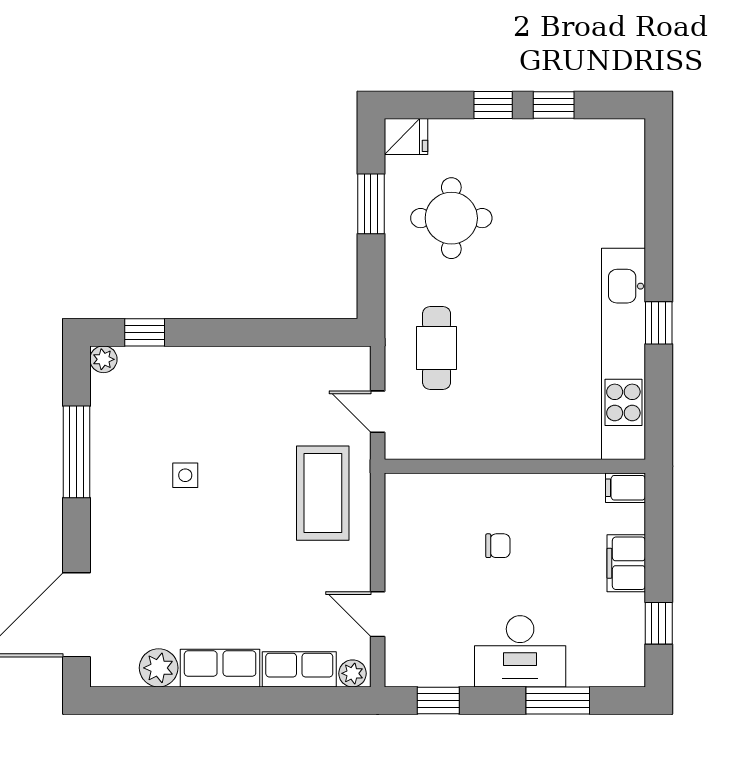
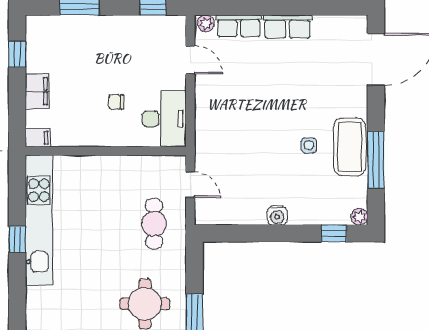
water cooler: (237, 361) -> (277, 216), added
coffee table: (323, 493) -> (350, 147), moved
desk: (520, 651) -> (164, 119), moved, turned 90
plant: (159, 668) -> (325, 27), removed

